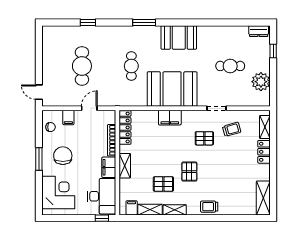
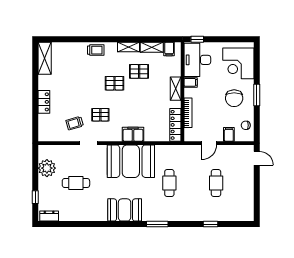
cafe table: (82, 66) -> (216, 183), width x0.73, depth x0.74
shelving: (265, 127) -> (43, 125), removed
filing cabinet: (109, 167) -> (191, 82), width x0.50
pallet: (189, 172) -> (114, 83), turned 90

